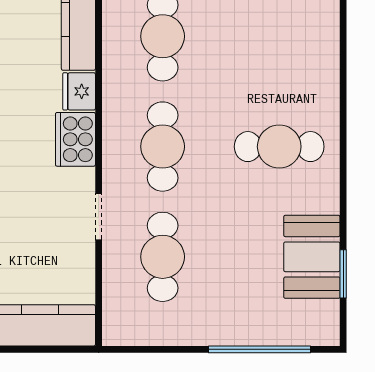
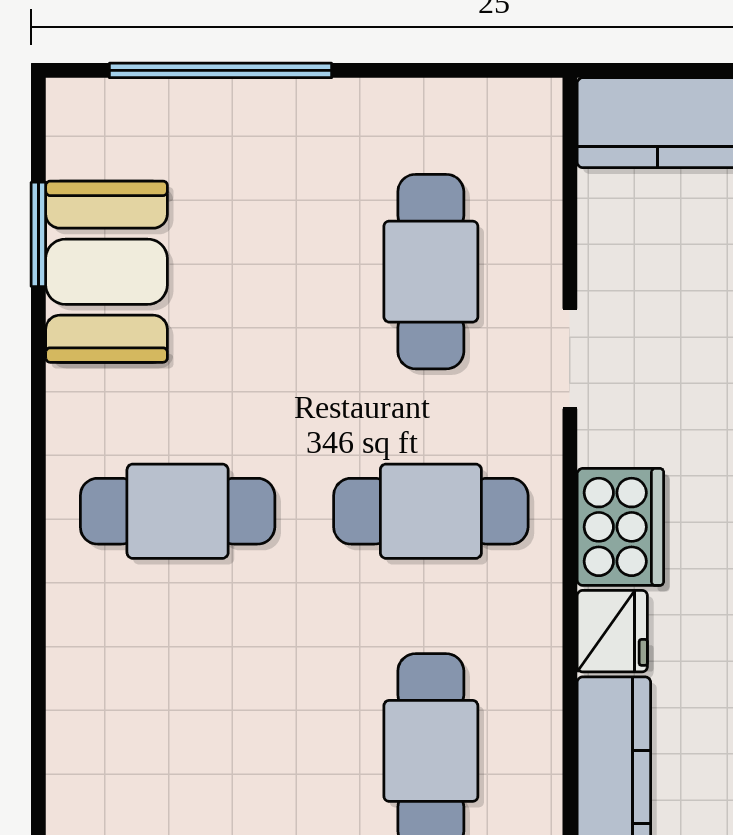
cafe table: (163, 147) -> (431, 511), turned 90

